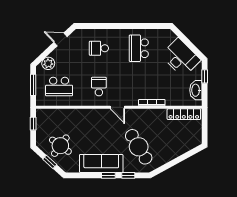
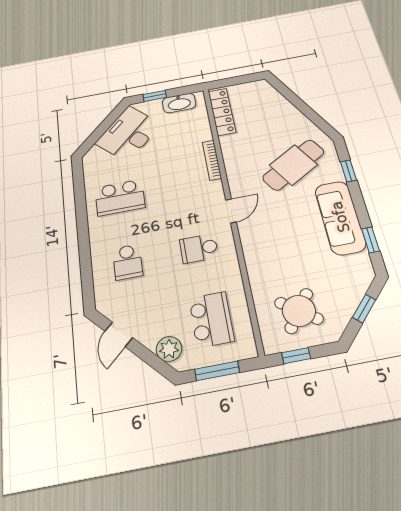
round table: (60, 146) -> (299, 311), moved
window: (108, 175) -> (371, 240), moved

